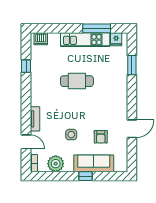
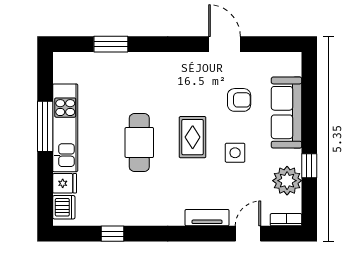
window: (97, 28) -> (45, 126), moved
fridge: (116, 39) -> (65, 183), moved
rug: (80, 111) -> (193, 137), added
window: (86, 176) -> (309, 166), moved

